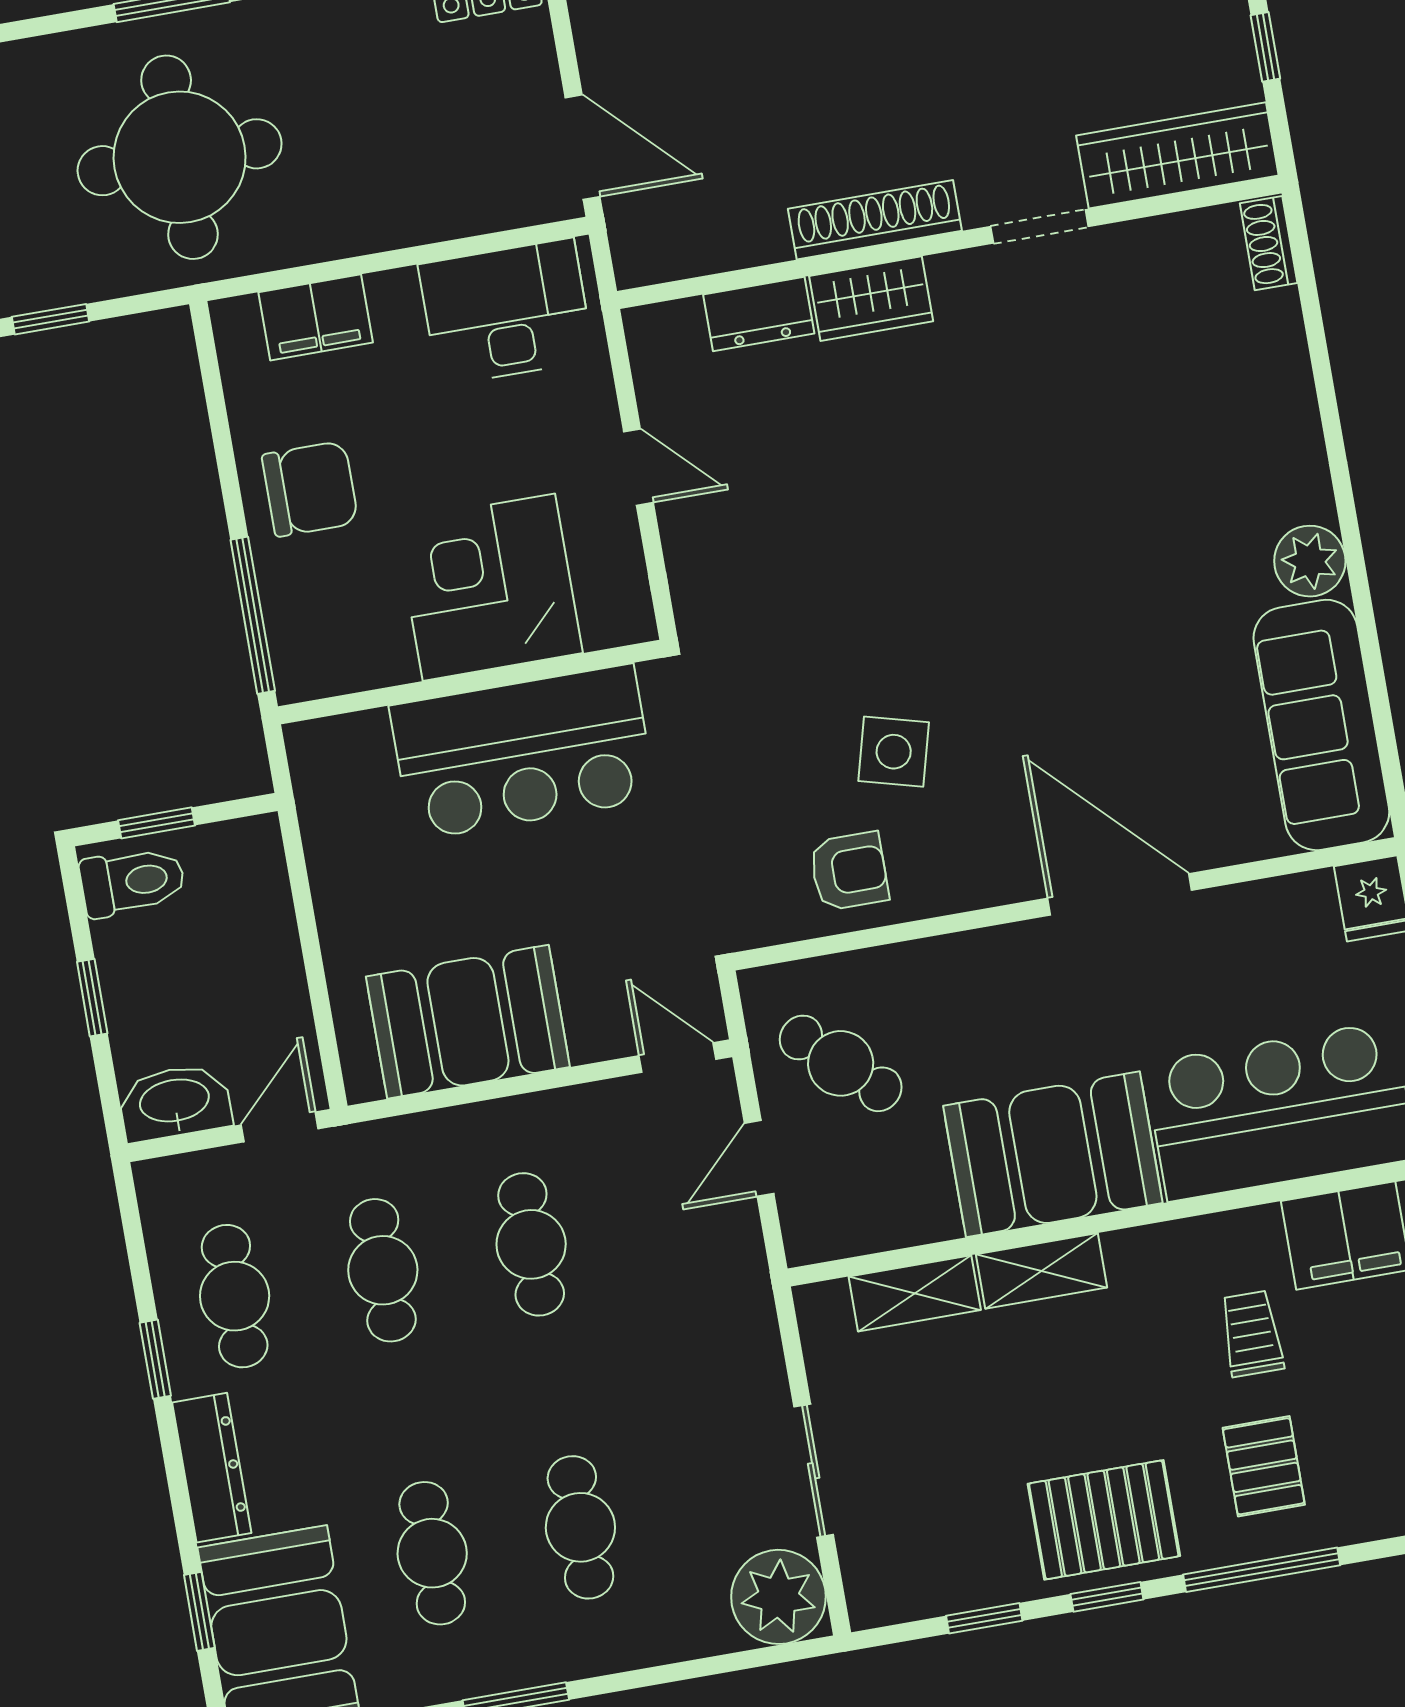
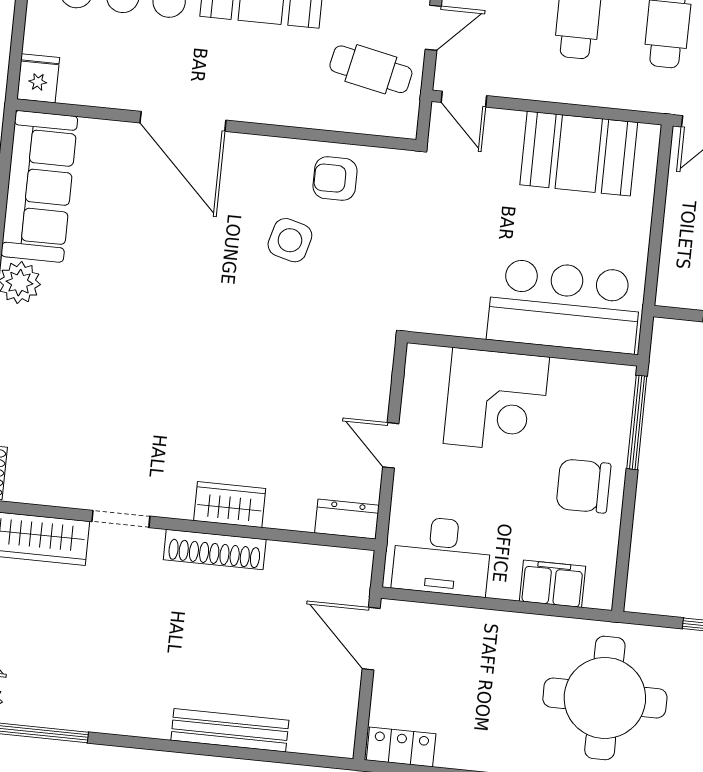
dresser: (759, 314) -> (347, 519), moved
bar counter: (523, 752) -> (564, 306), moved
cafe table: (841, 1063) -> (371, 69), turned -31

